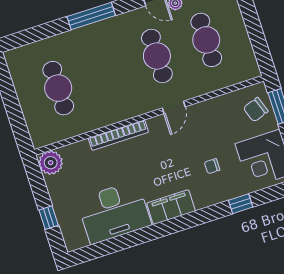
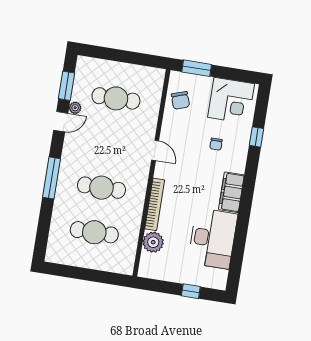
cafe table: (157, 56) -> (101, 188), moved
chair: (256, 110) -> (180, 100), moved
plant: (51, 163) -> (153, 242), moved

